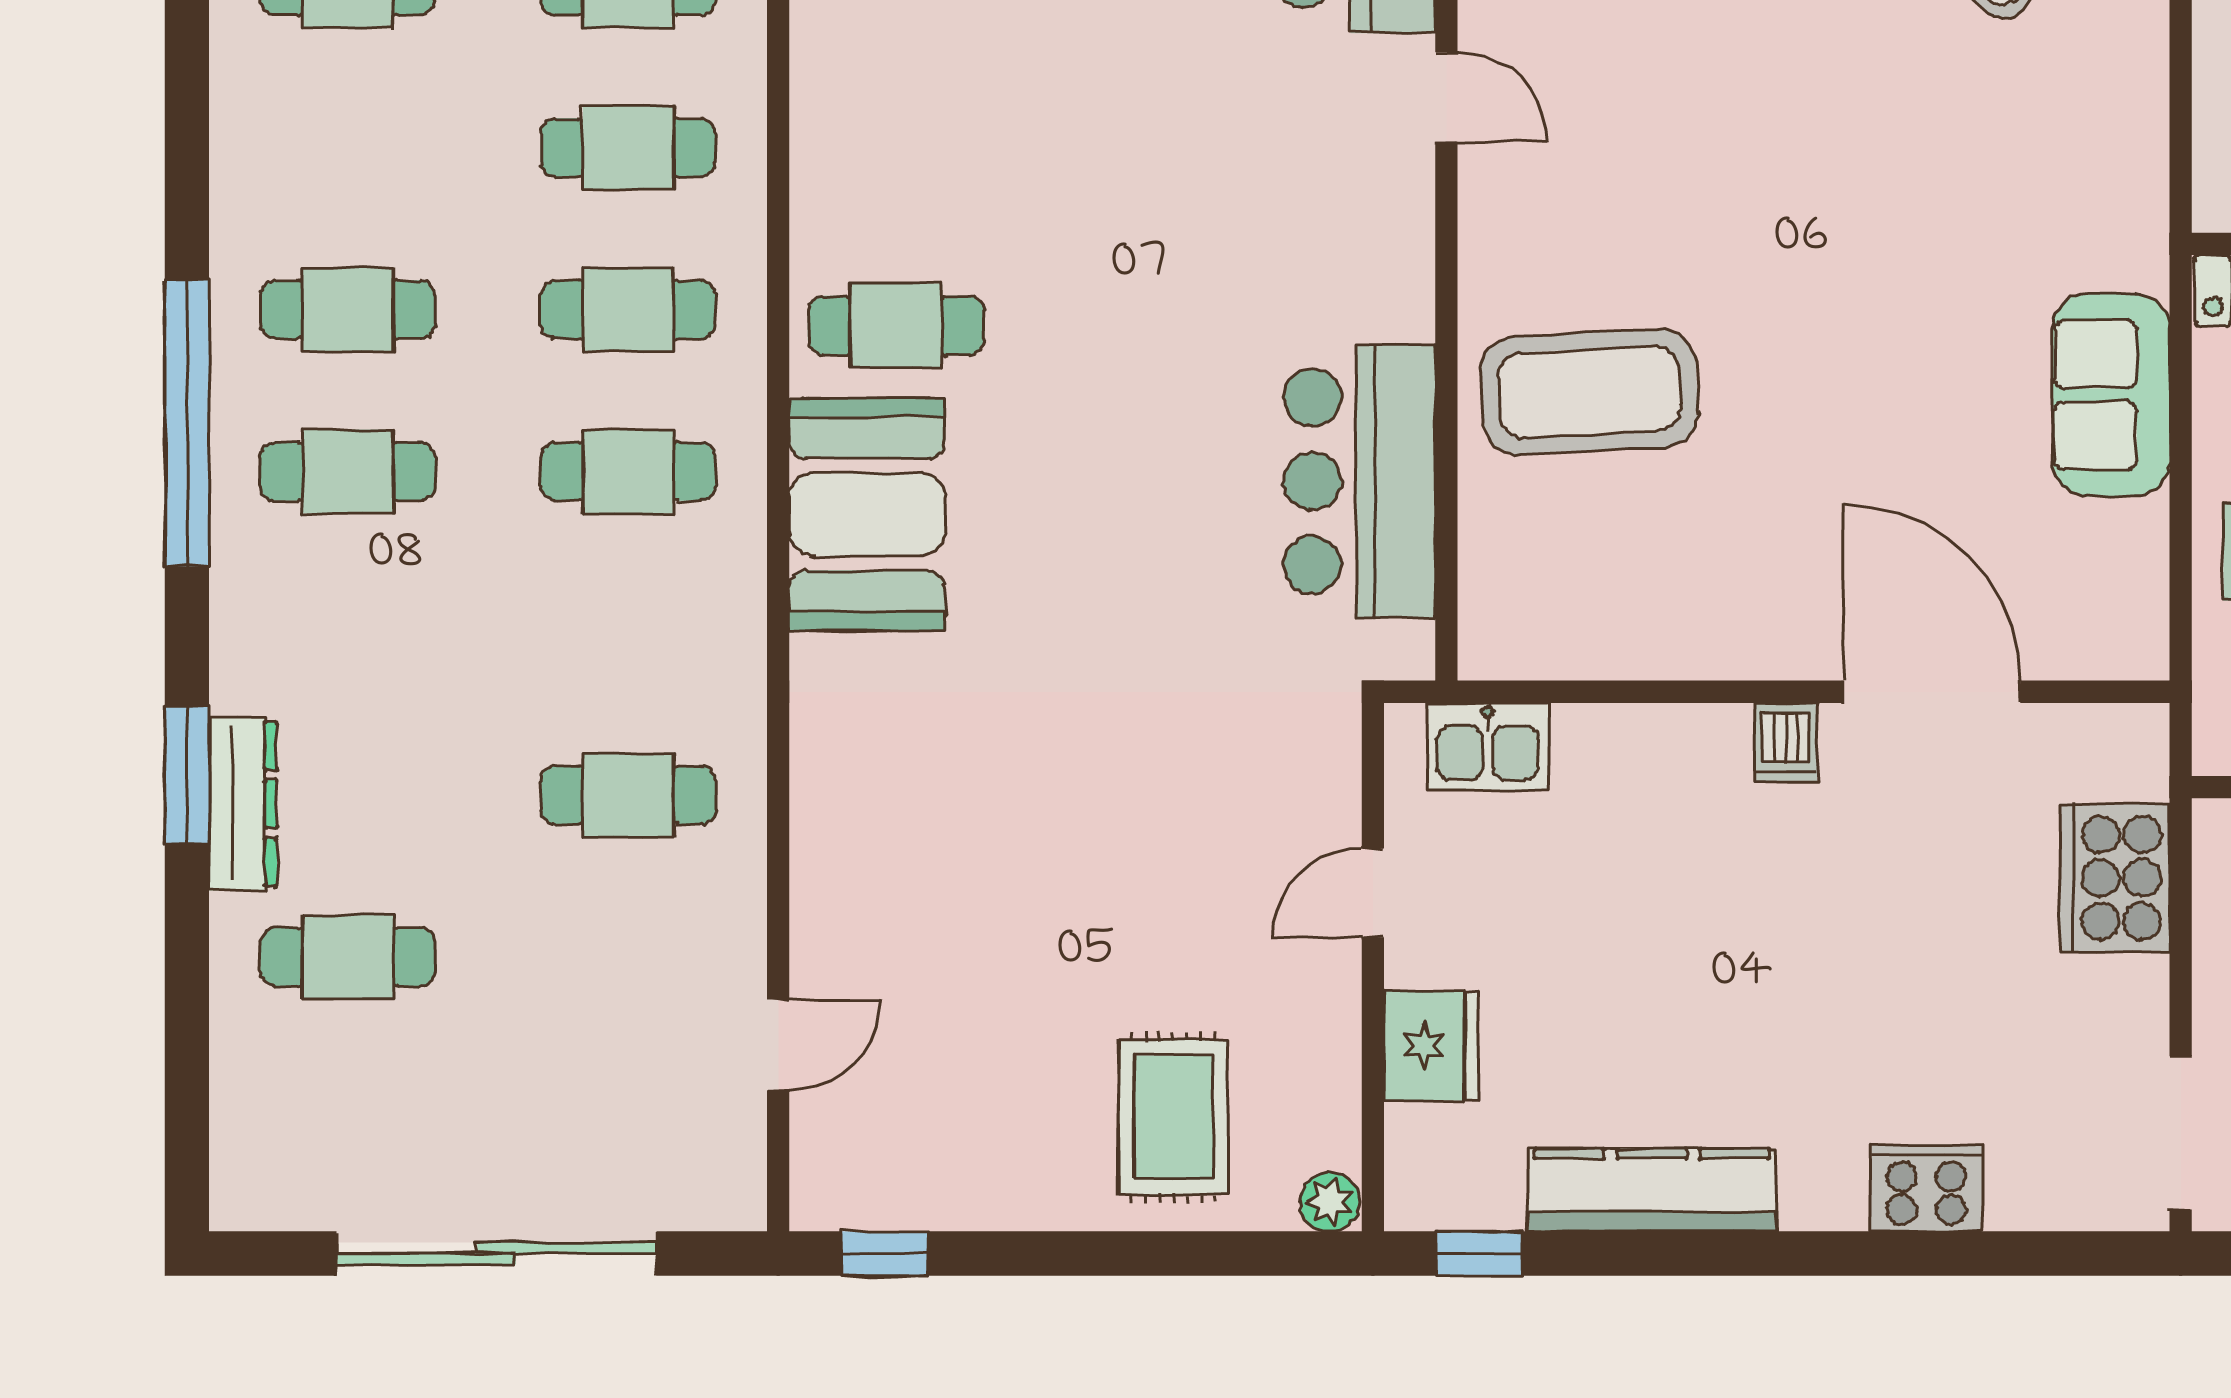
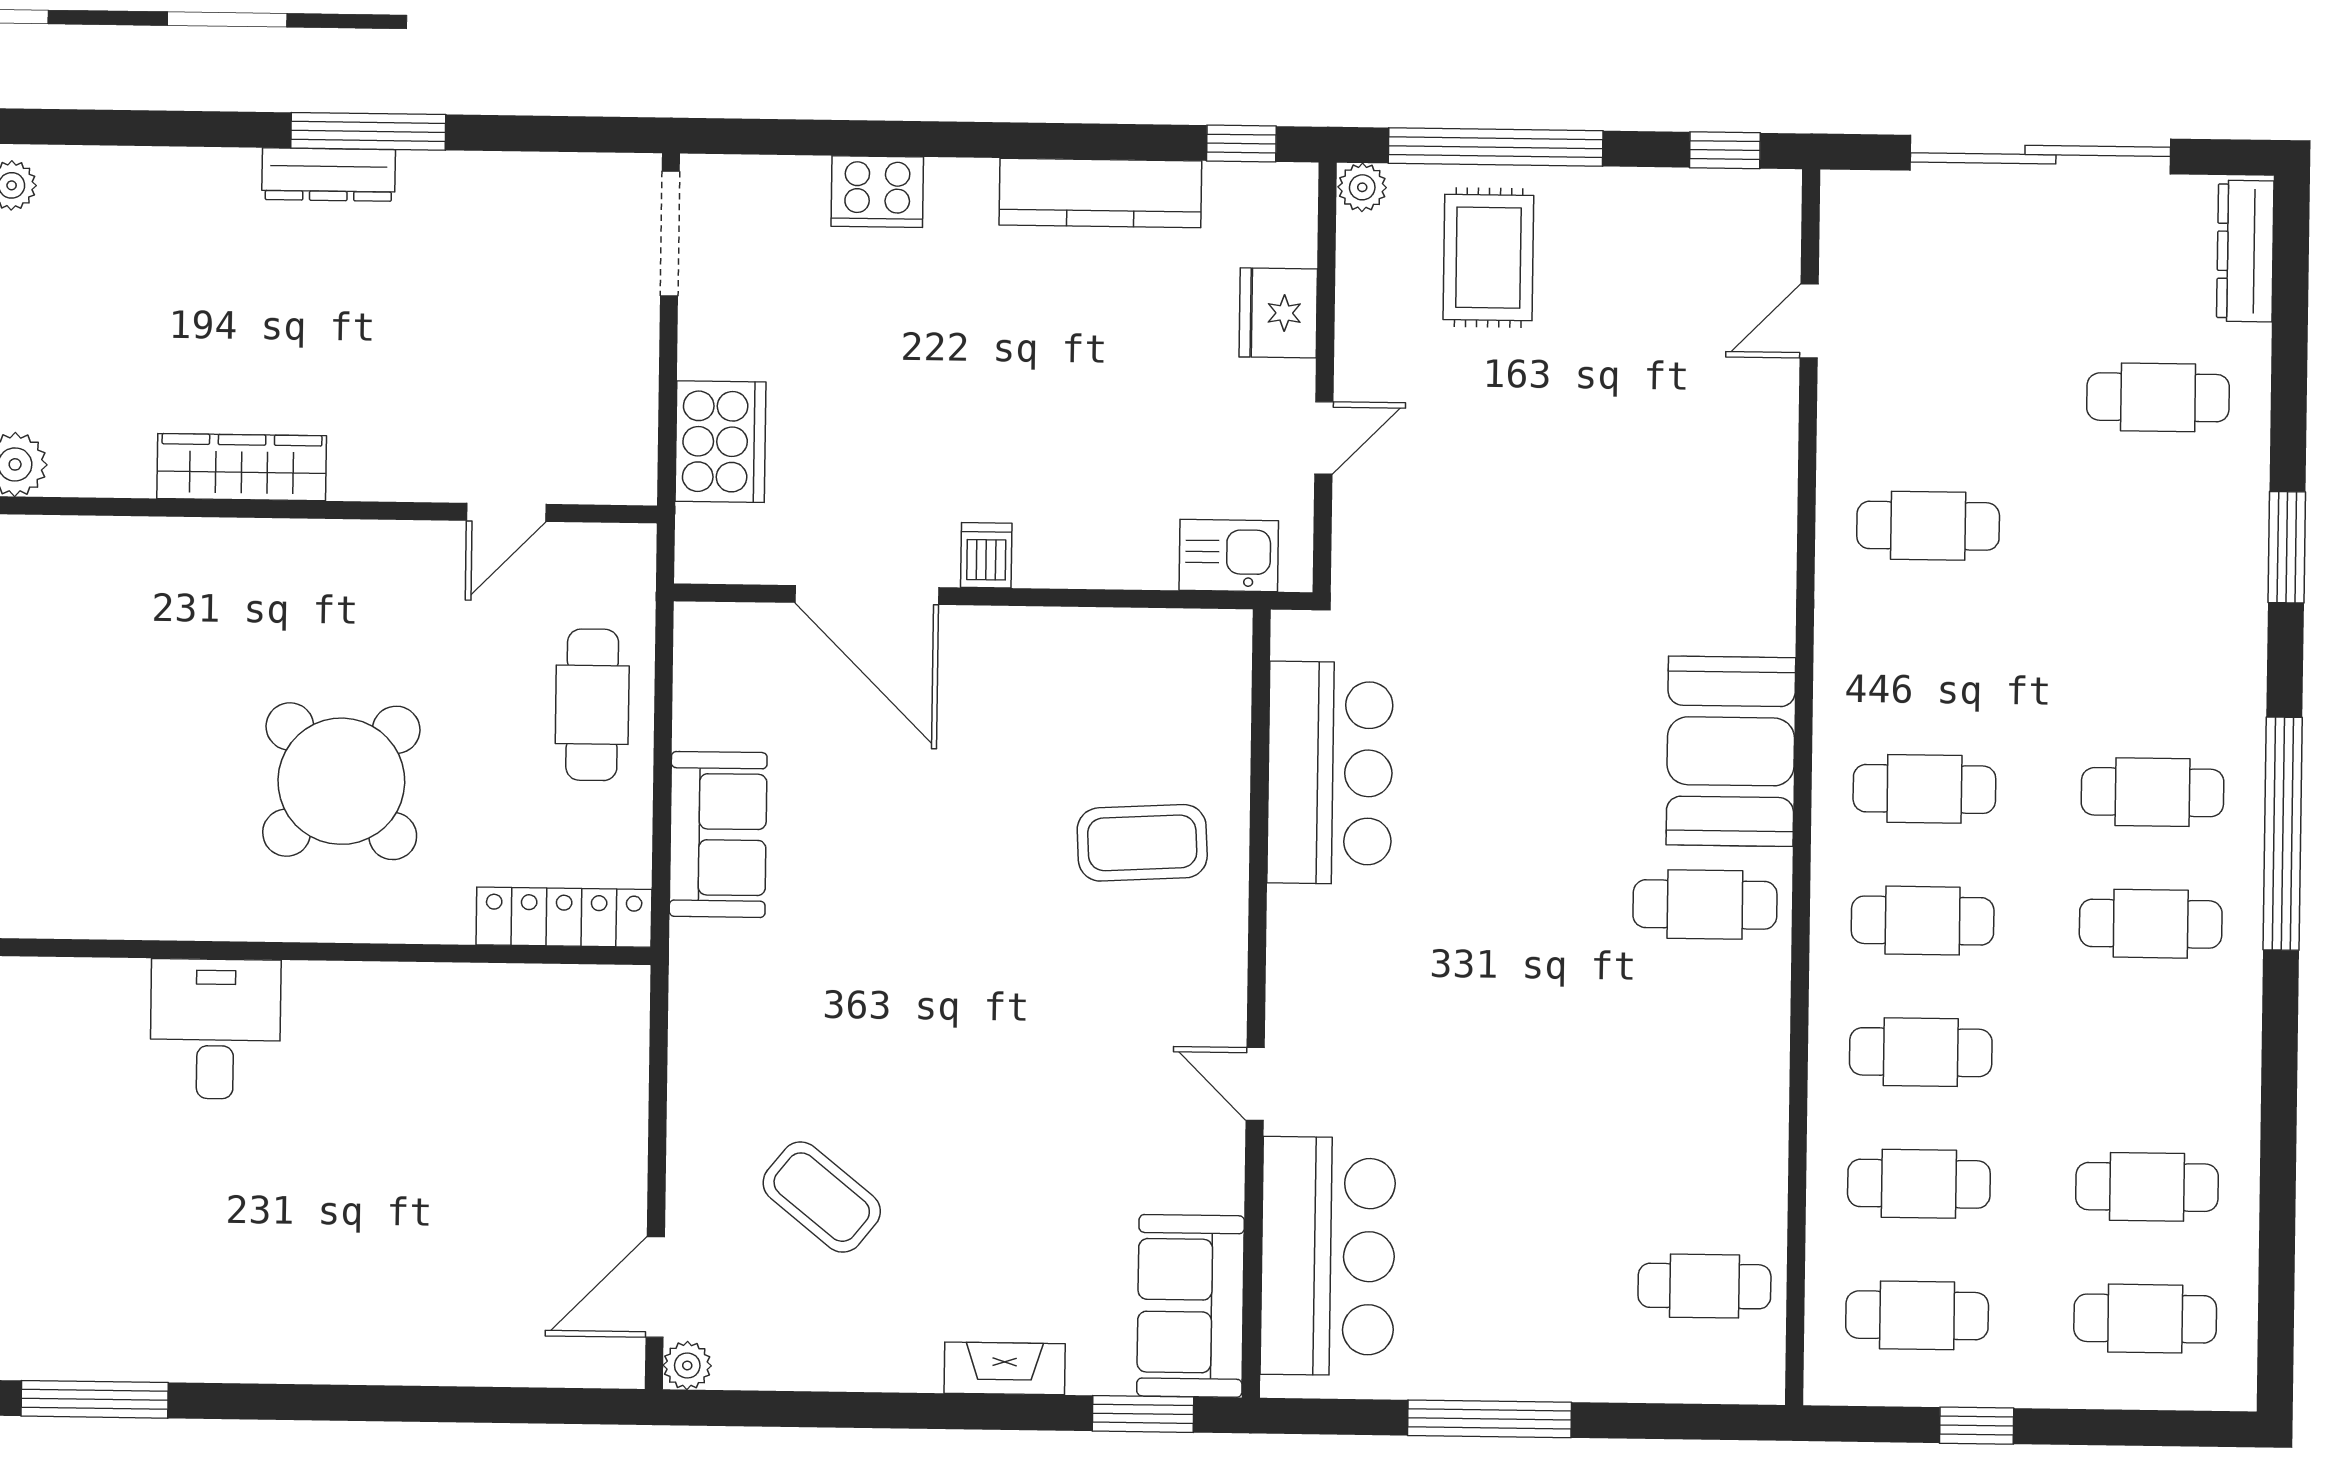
coffee table: (1589, 392) -> (1142, 843), width x0.73, depth x0.76
dresser: (243, 804) -> (2245, 251), moved
window: (1167, 1254) -> (1496, 147), added

